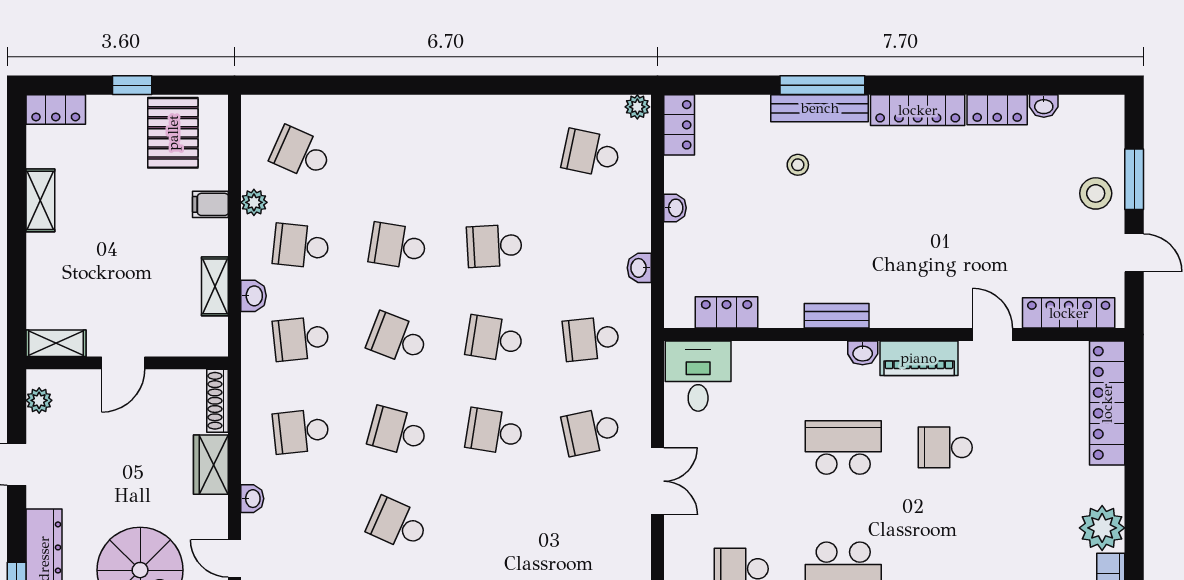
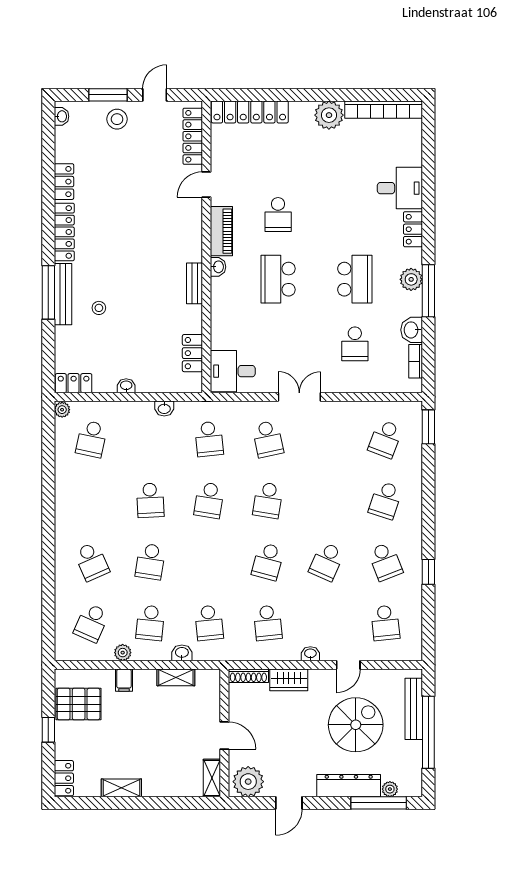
washbasin: (1044, 106) -> (62, 116), moved
school desk: (398, 339) -> (91, 562), moved, turned -45
plant: (39, 400) -> (248, 782), width x1.88, depth x1.88

